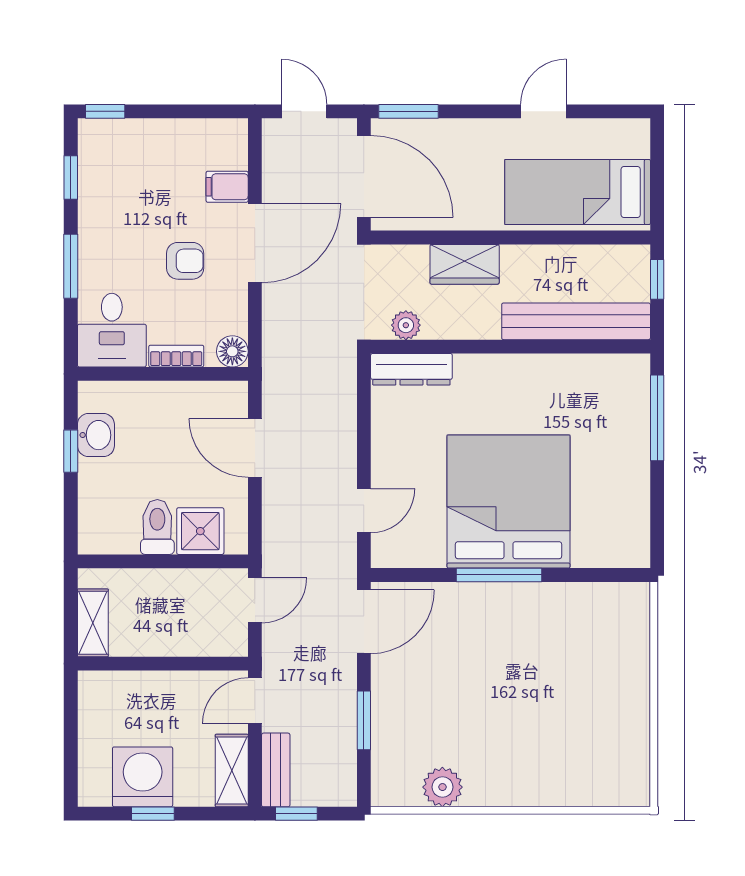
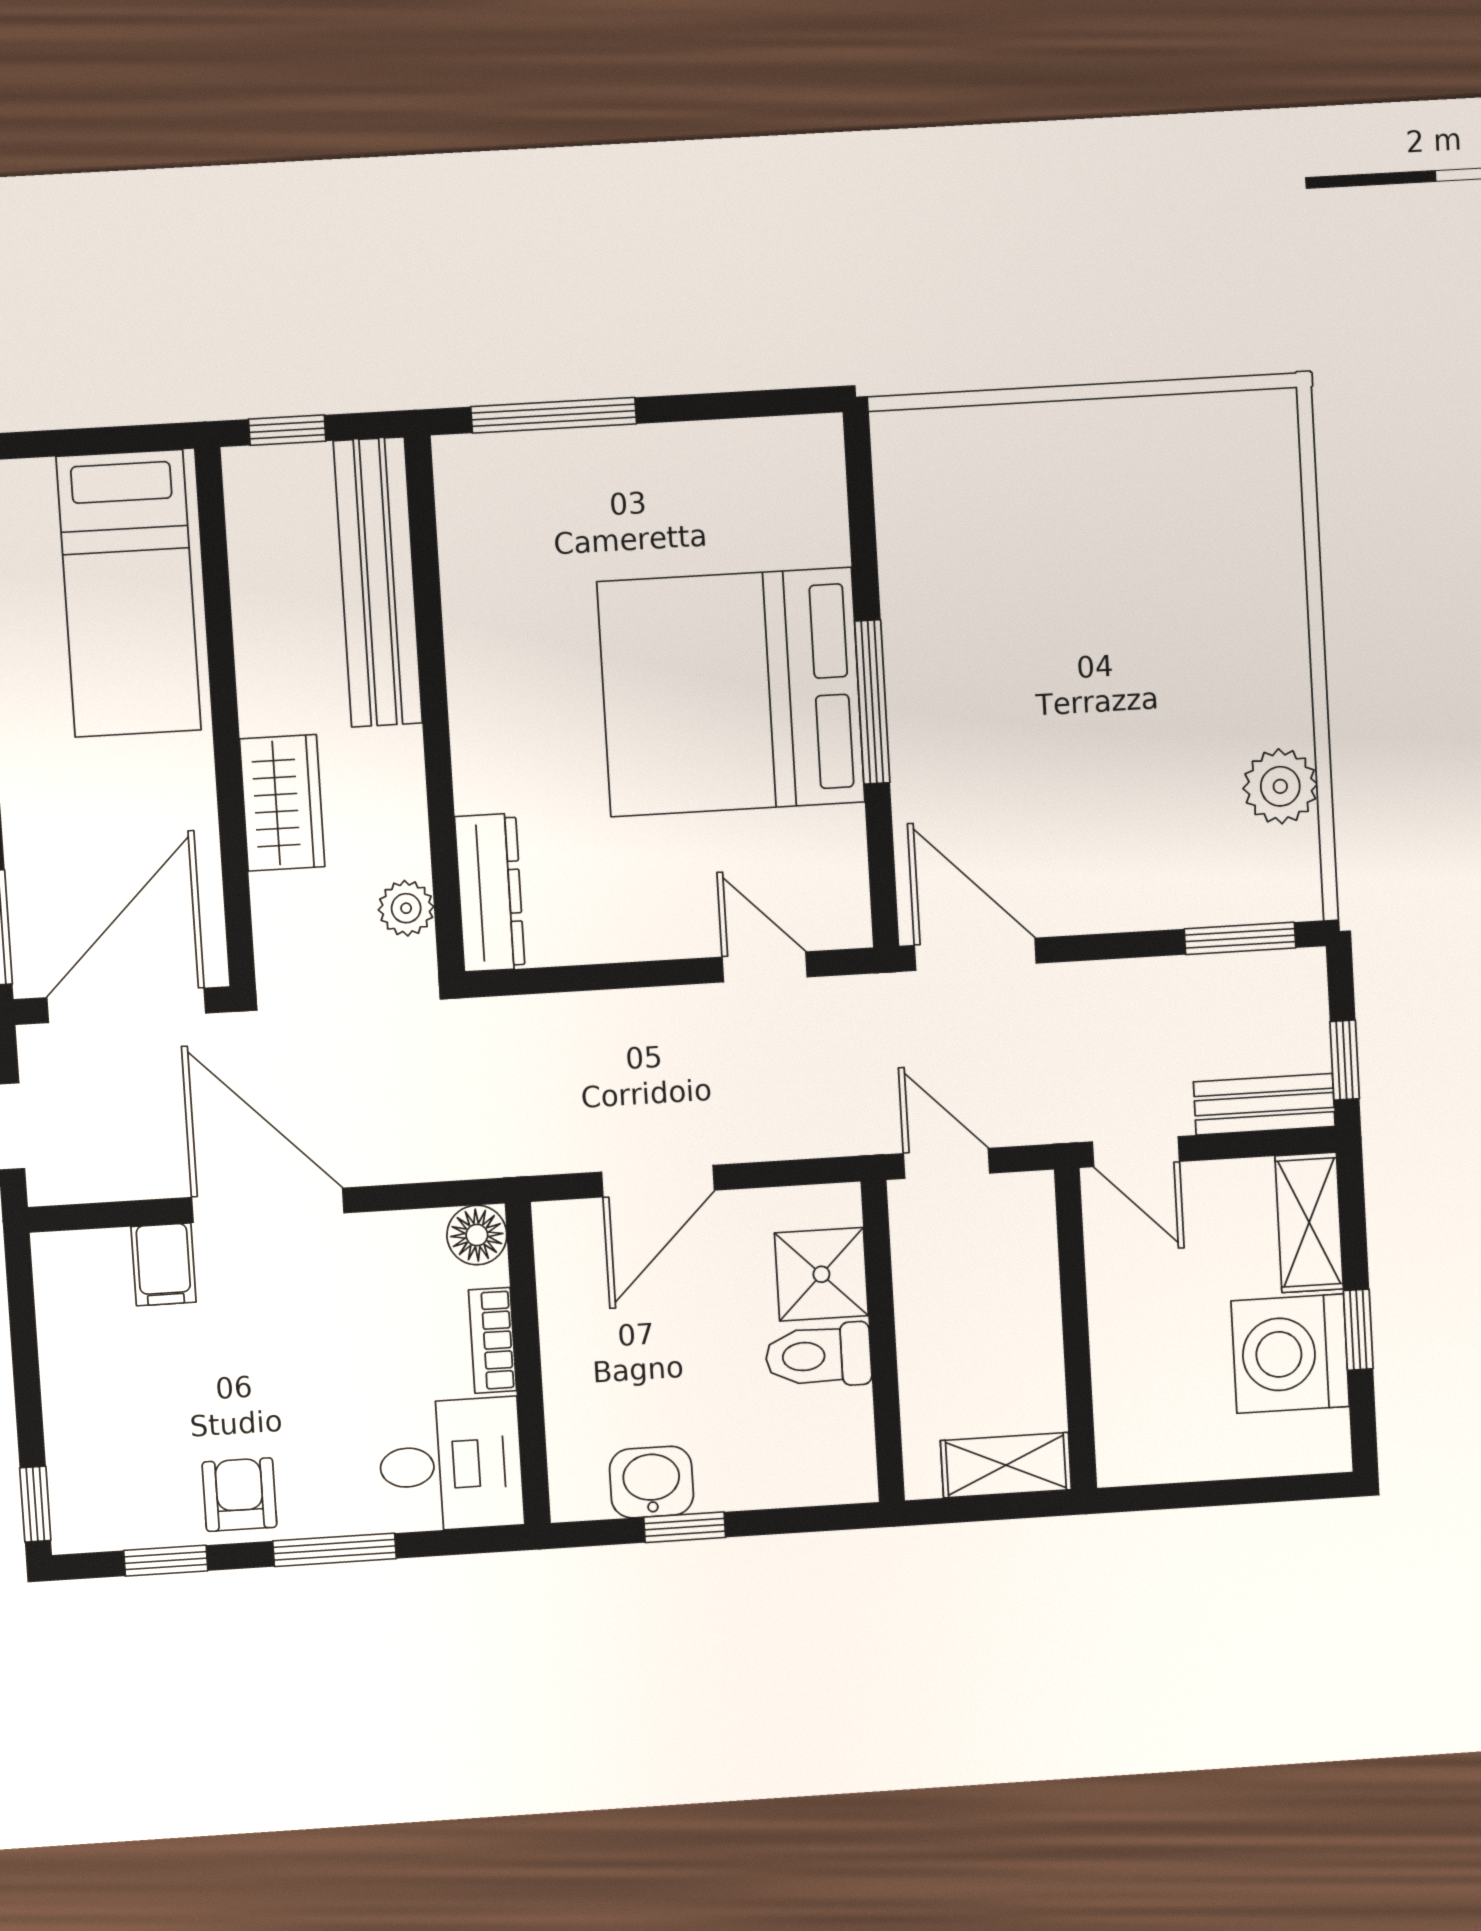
armchair: (185, 261) -> (239, 1495), moved
window: (364, 720) -> (1240, 938), moved
shelving: (232, 770) -> (1309, 1222), moved, turned 90

